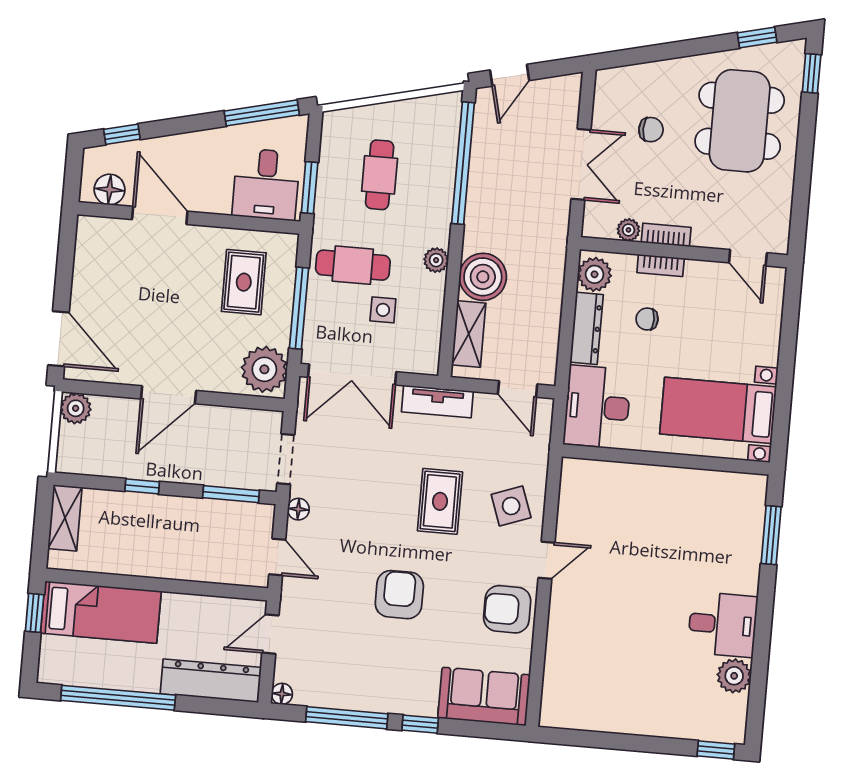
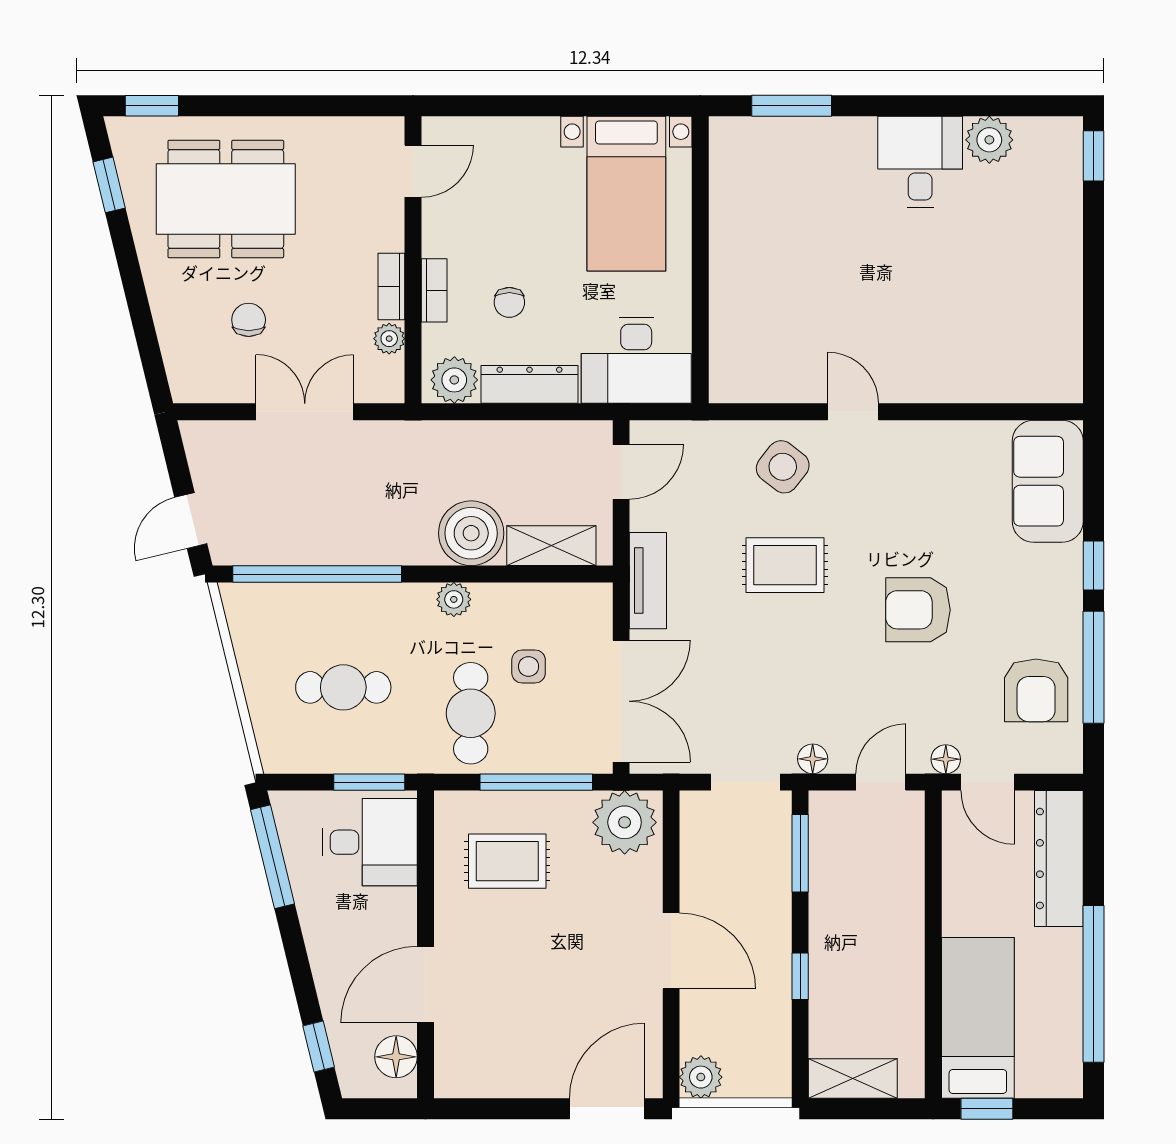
door: (510, 75) -> (191, 521), swing flipped
side table: (511, 506) -> (783, 467), turned -32
armchair: (507, 609) -> (1036, 690), moved
floor lamp: (282, 694) -> (946, 759), moved

